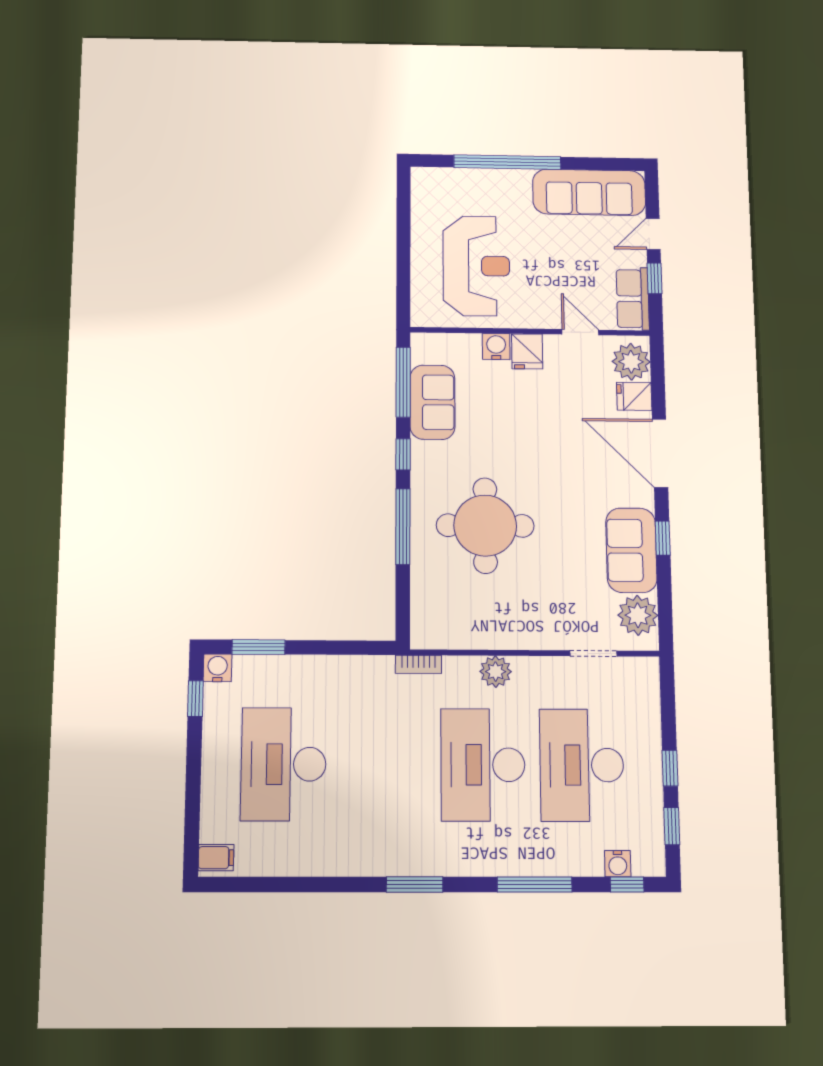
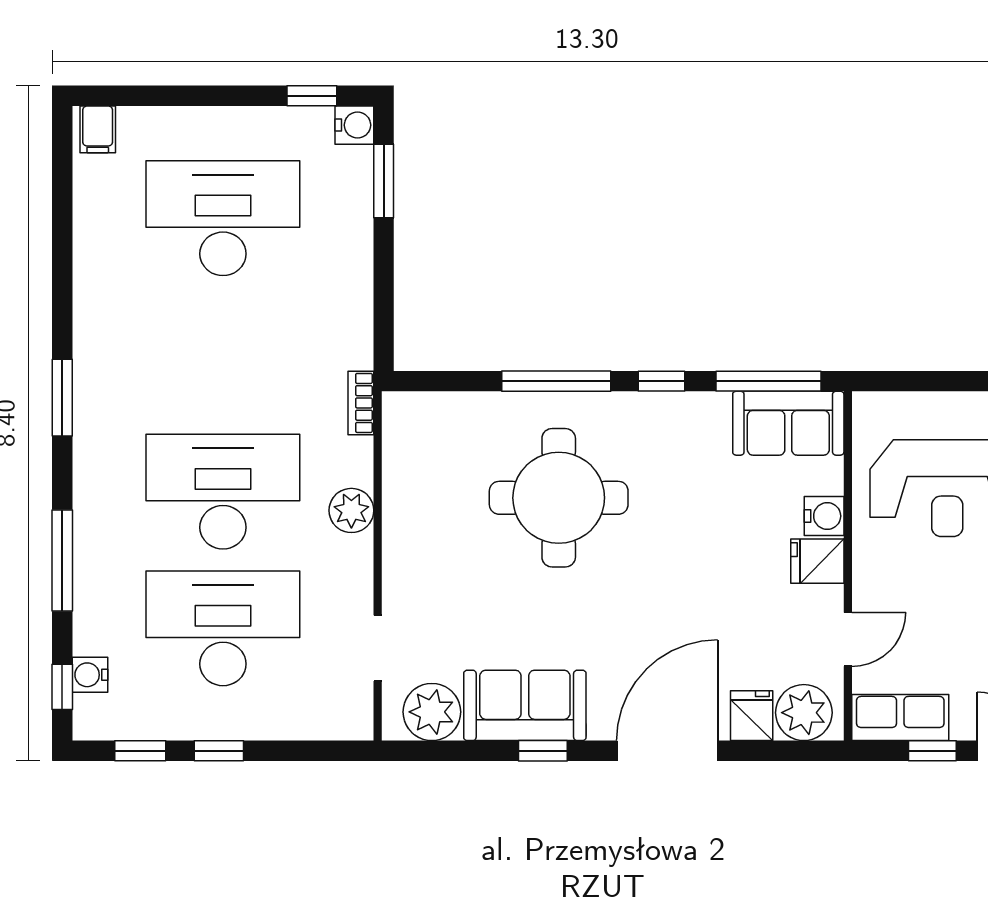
sofa: (432, 402) -> (788, 423), moved

